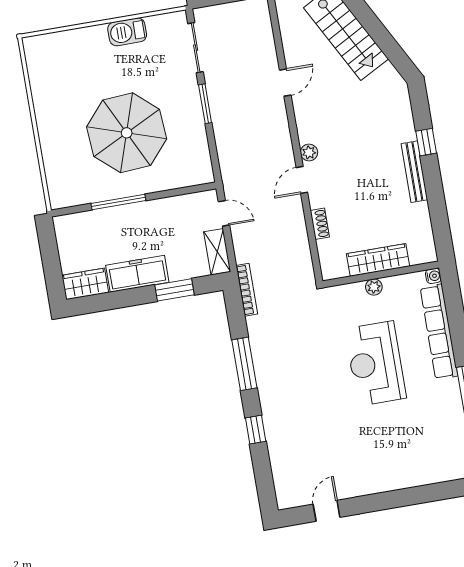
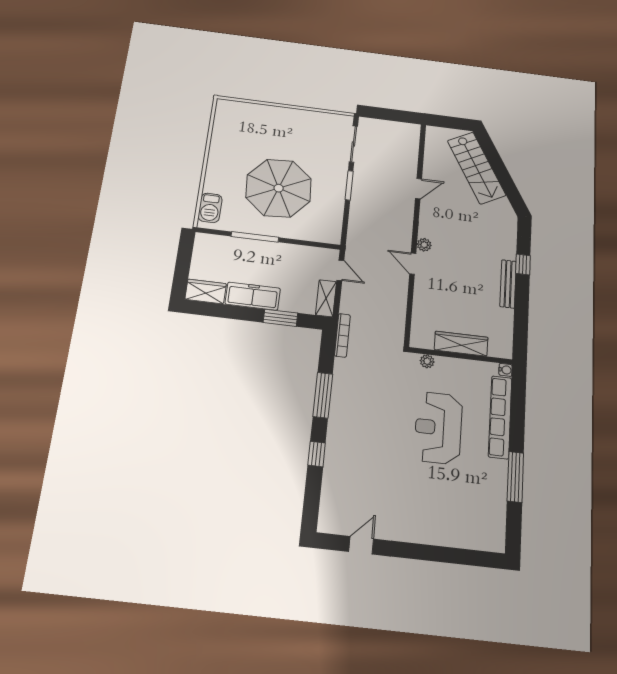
barbecue: (127, 32) -> (210, 208), moved, turned -90
door: (302, 180) -> (413, 264), hinge flipped
shoe rack: (320, 224) -> (419, 301), removed
plant: (374, 287) -> (427, 361), moved

